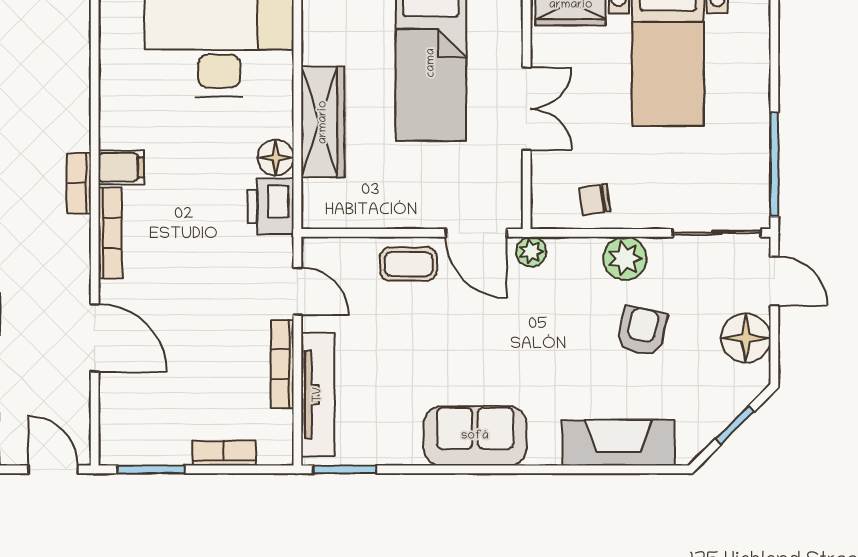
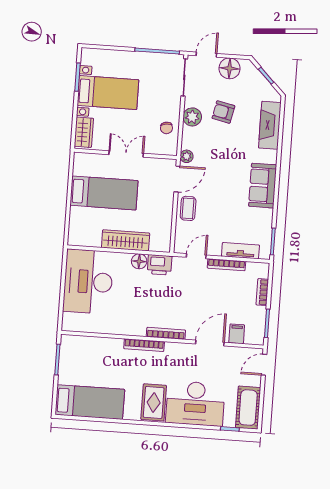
filing cabinet: (121, 167) -> (237, 334), moved
bookcase: (79, 183) -> (144, 345), width x1.56
tv unit: (318, 395) -> (240, 251), width x0.71

